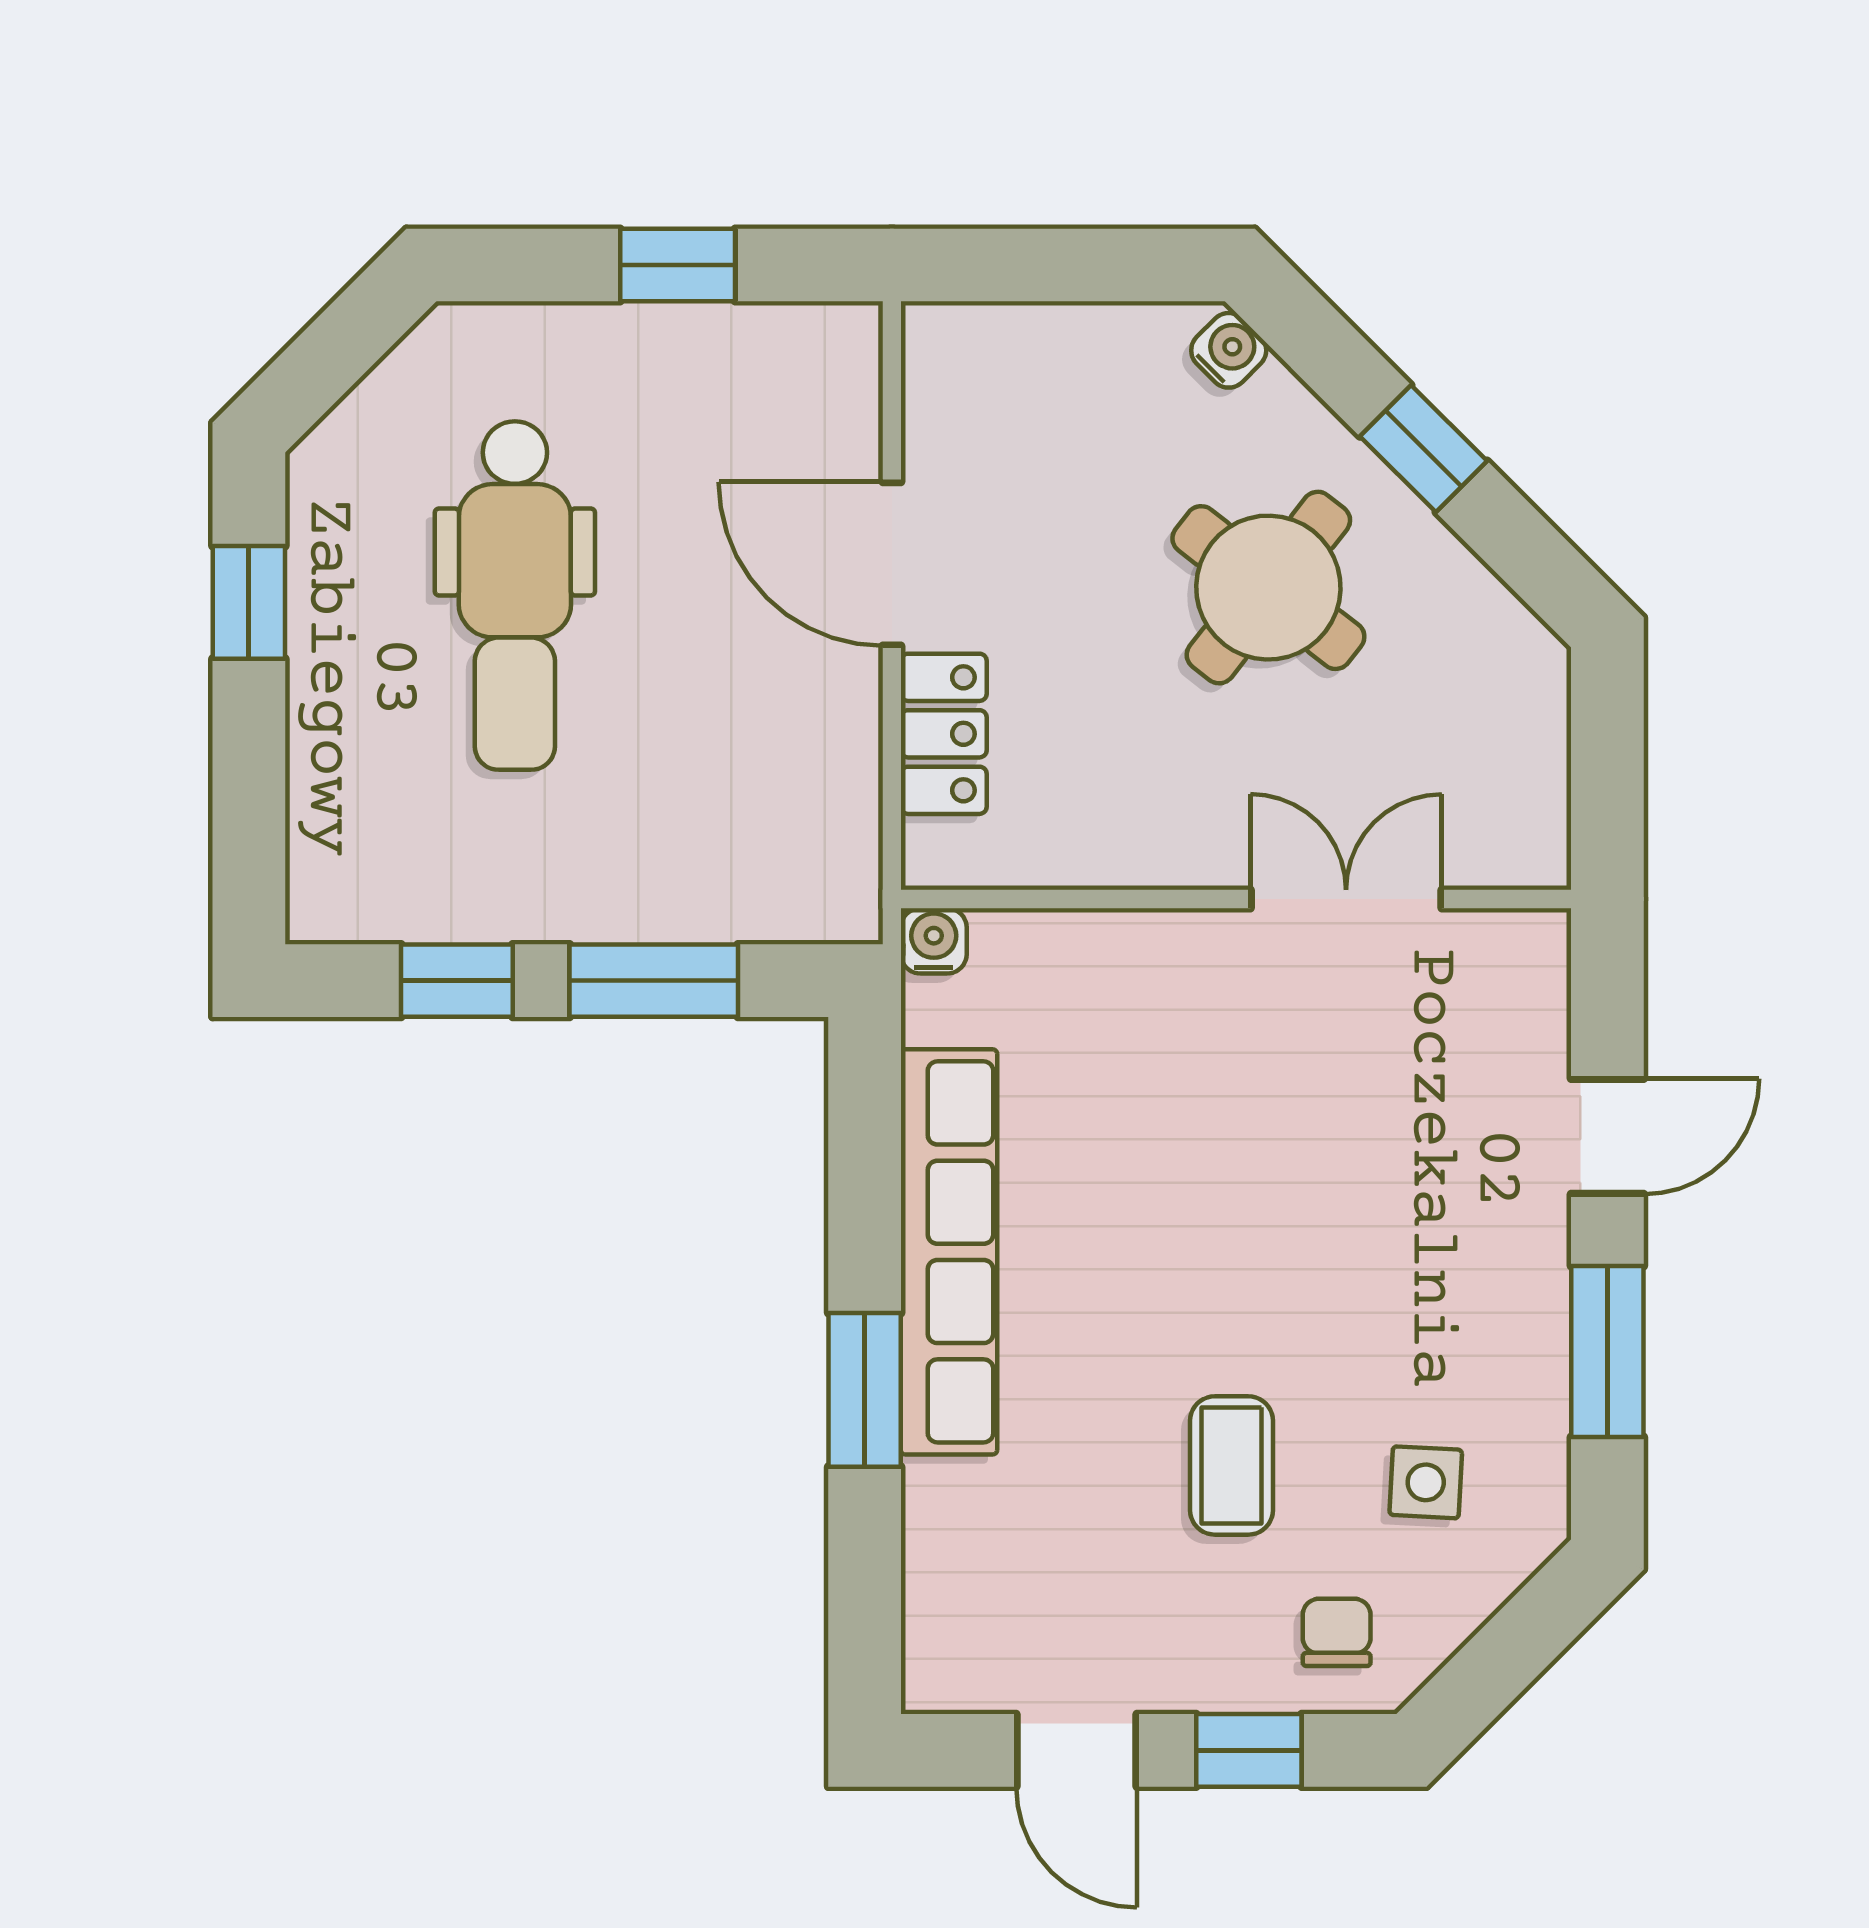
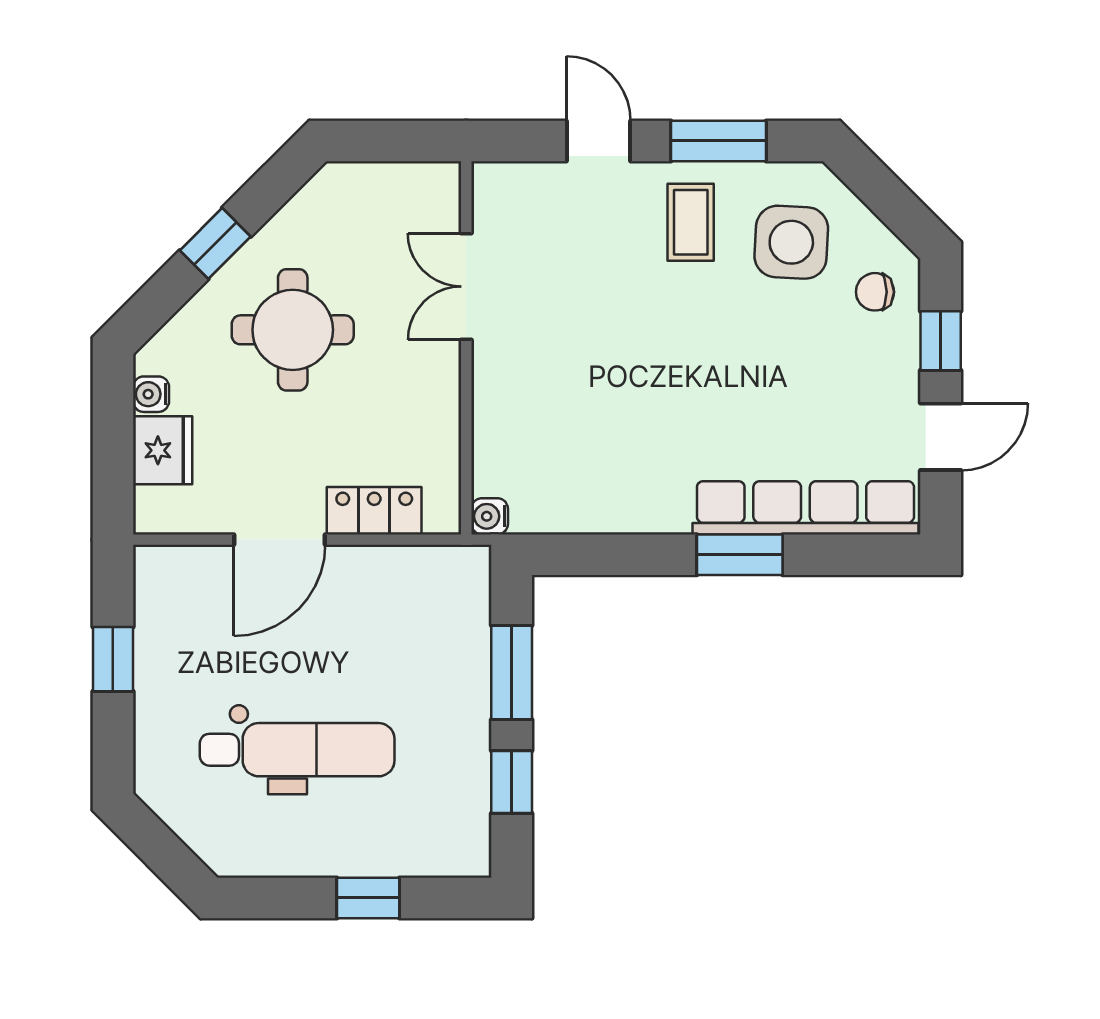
water cooler: (1229, 350) -> (151, 394), moved, turned -45
fridge: (1052, 354) -> (163, 450), added
round table: (1268, 588) -> (293, 330), turned -38
window: (249, 602) -> (368, 898), moved
row of seats: (949, 1252) -> (805, 508), moved
coffee table: (1232, 1465) -> (691, 222), moved, turned 90
side table: (1426, 1482) -> (791, 242), width x1.87, depth x1.87

